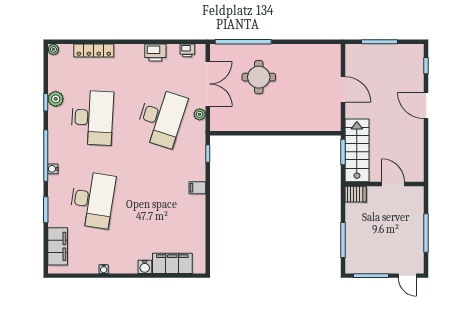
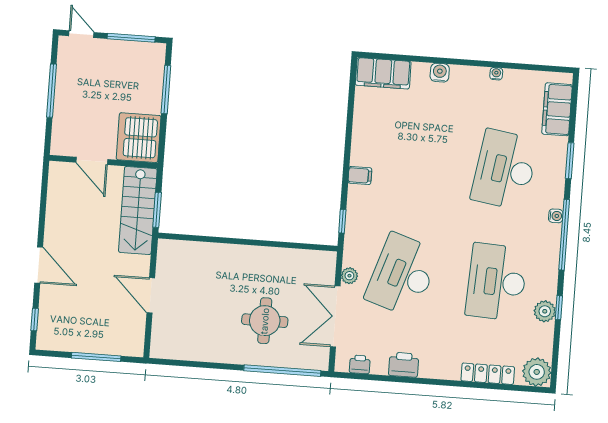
plant: (53, 49) -> (537, 372), width x1.88, depth x1.88
server rack: (356, 194) -> (139, 138), width x2.18, depth x1.44
filing cabinet: (172, 263) -> (383, 73), moved

